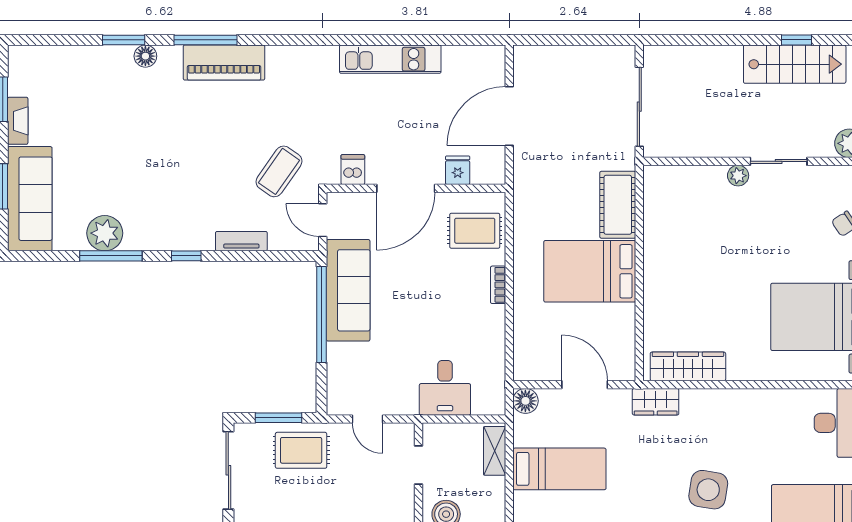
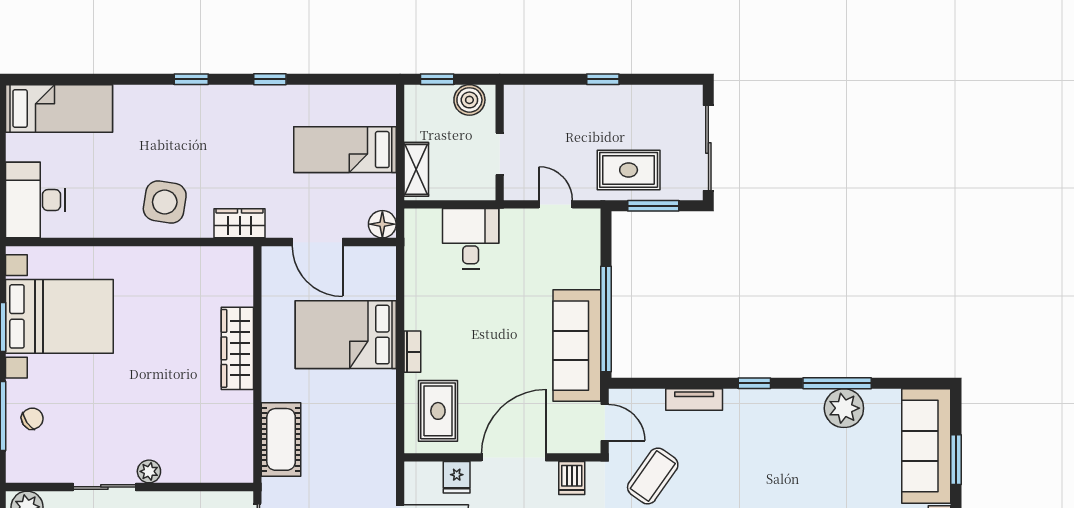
rug: (475, 231) -> (438, 411), turned 90
bed: (590, 271) -> (346, 335), moved, turned 180
wardrobe: (688, 366) -> (237, 348), moved, turned 90
side table: (708, 490) -> (165, 202), moved

